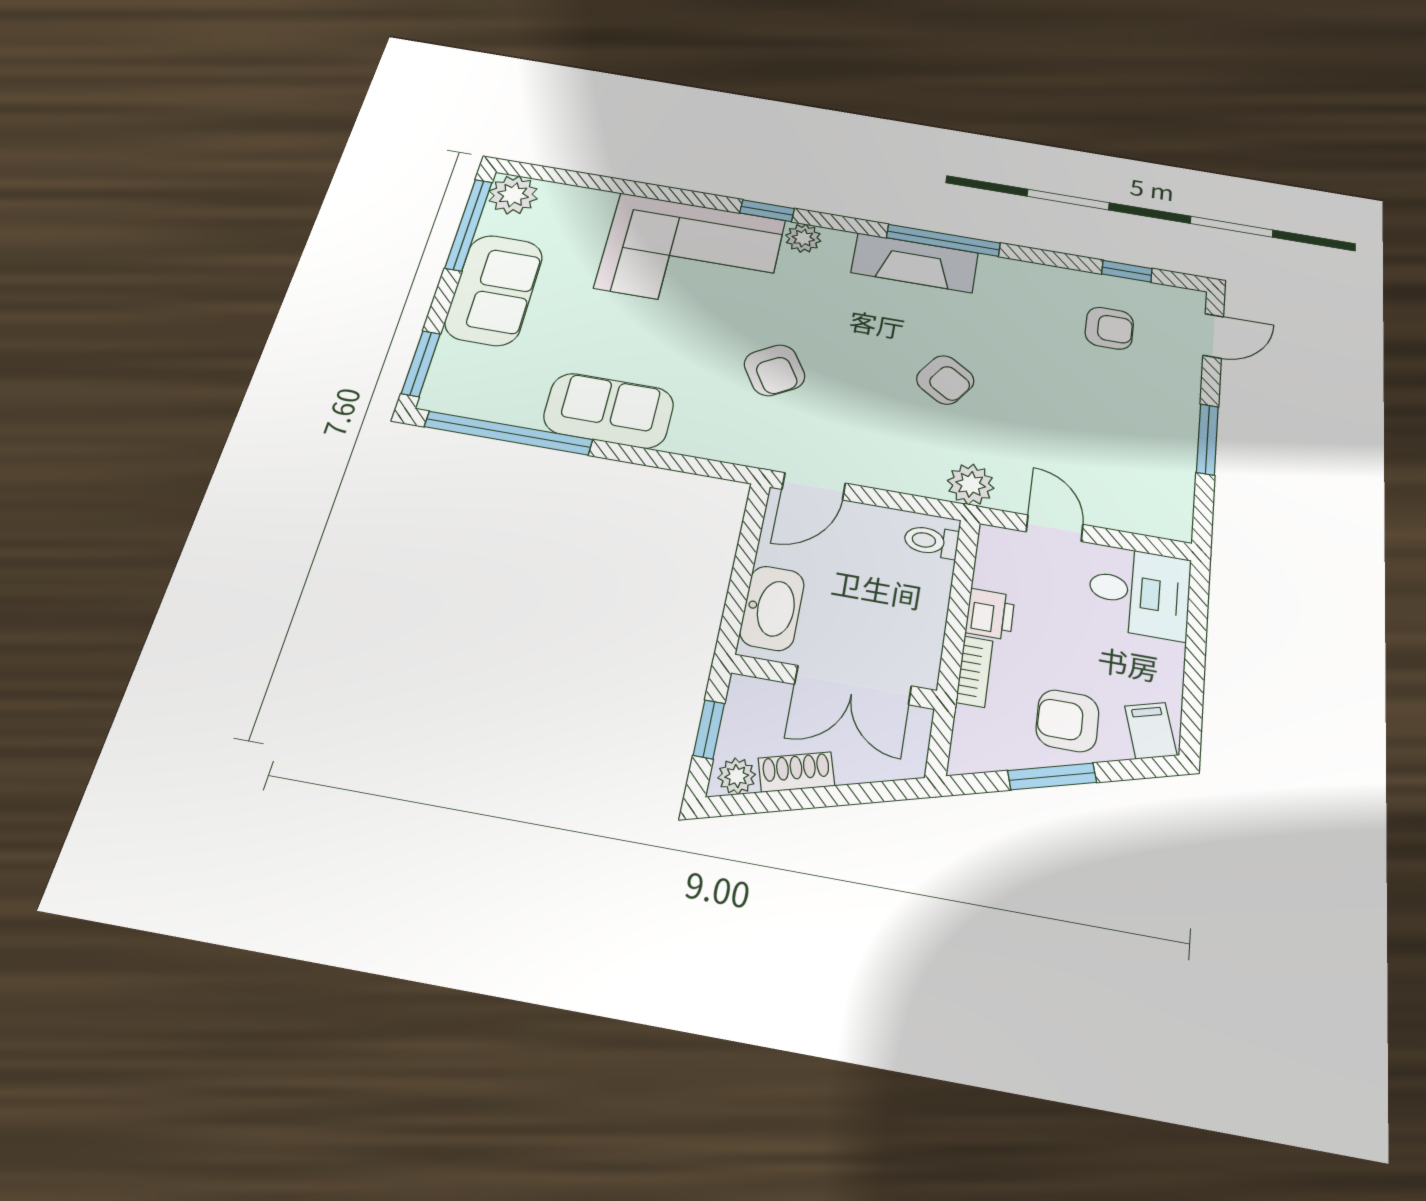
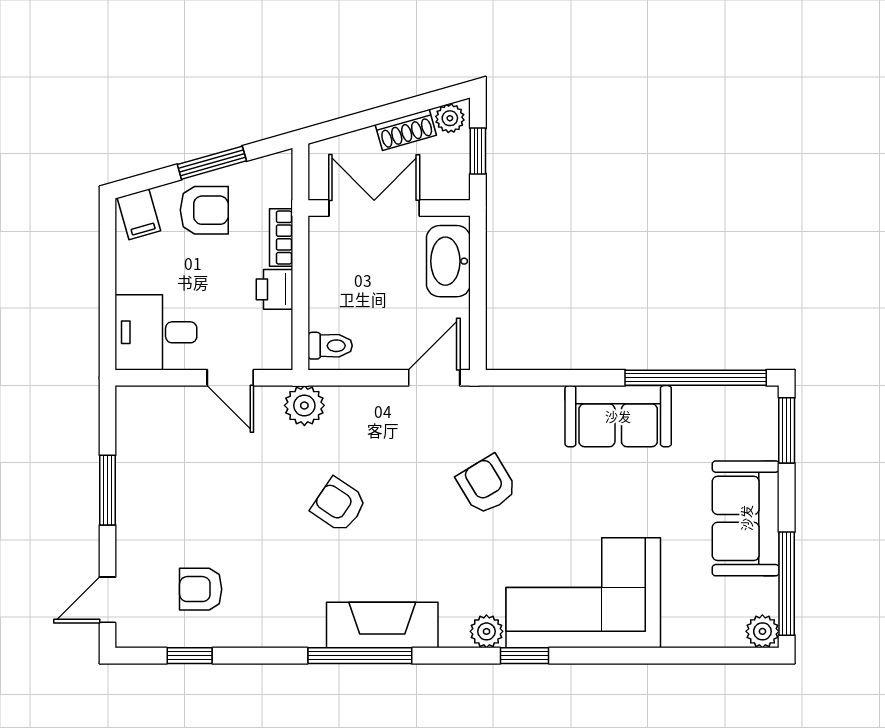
plant: (513, 195) -> (762, 631), width x0.73, depth x0.73

